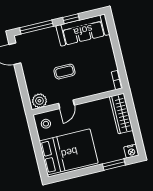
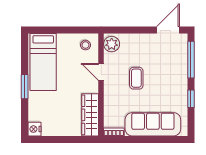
sofa: (83, 30) -> (153, 124), moved, turned 90
wardrobe: (121, 113) -> (90, 115), moved, turned -90
bed: (69, 152) -> (43, 62), width x0.67
window: (114, 165) -> (25, 87), moved

